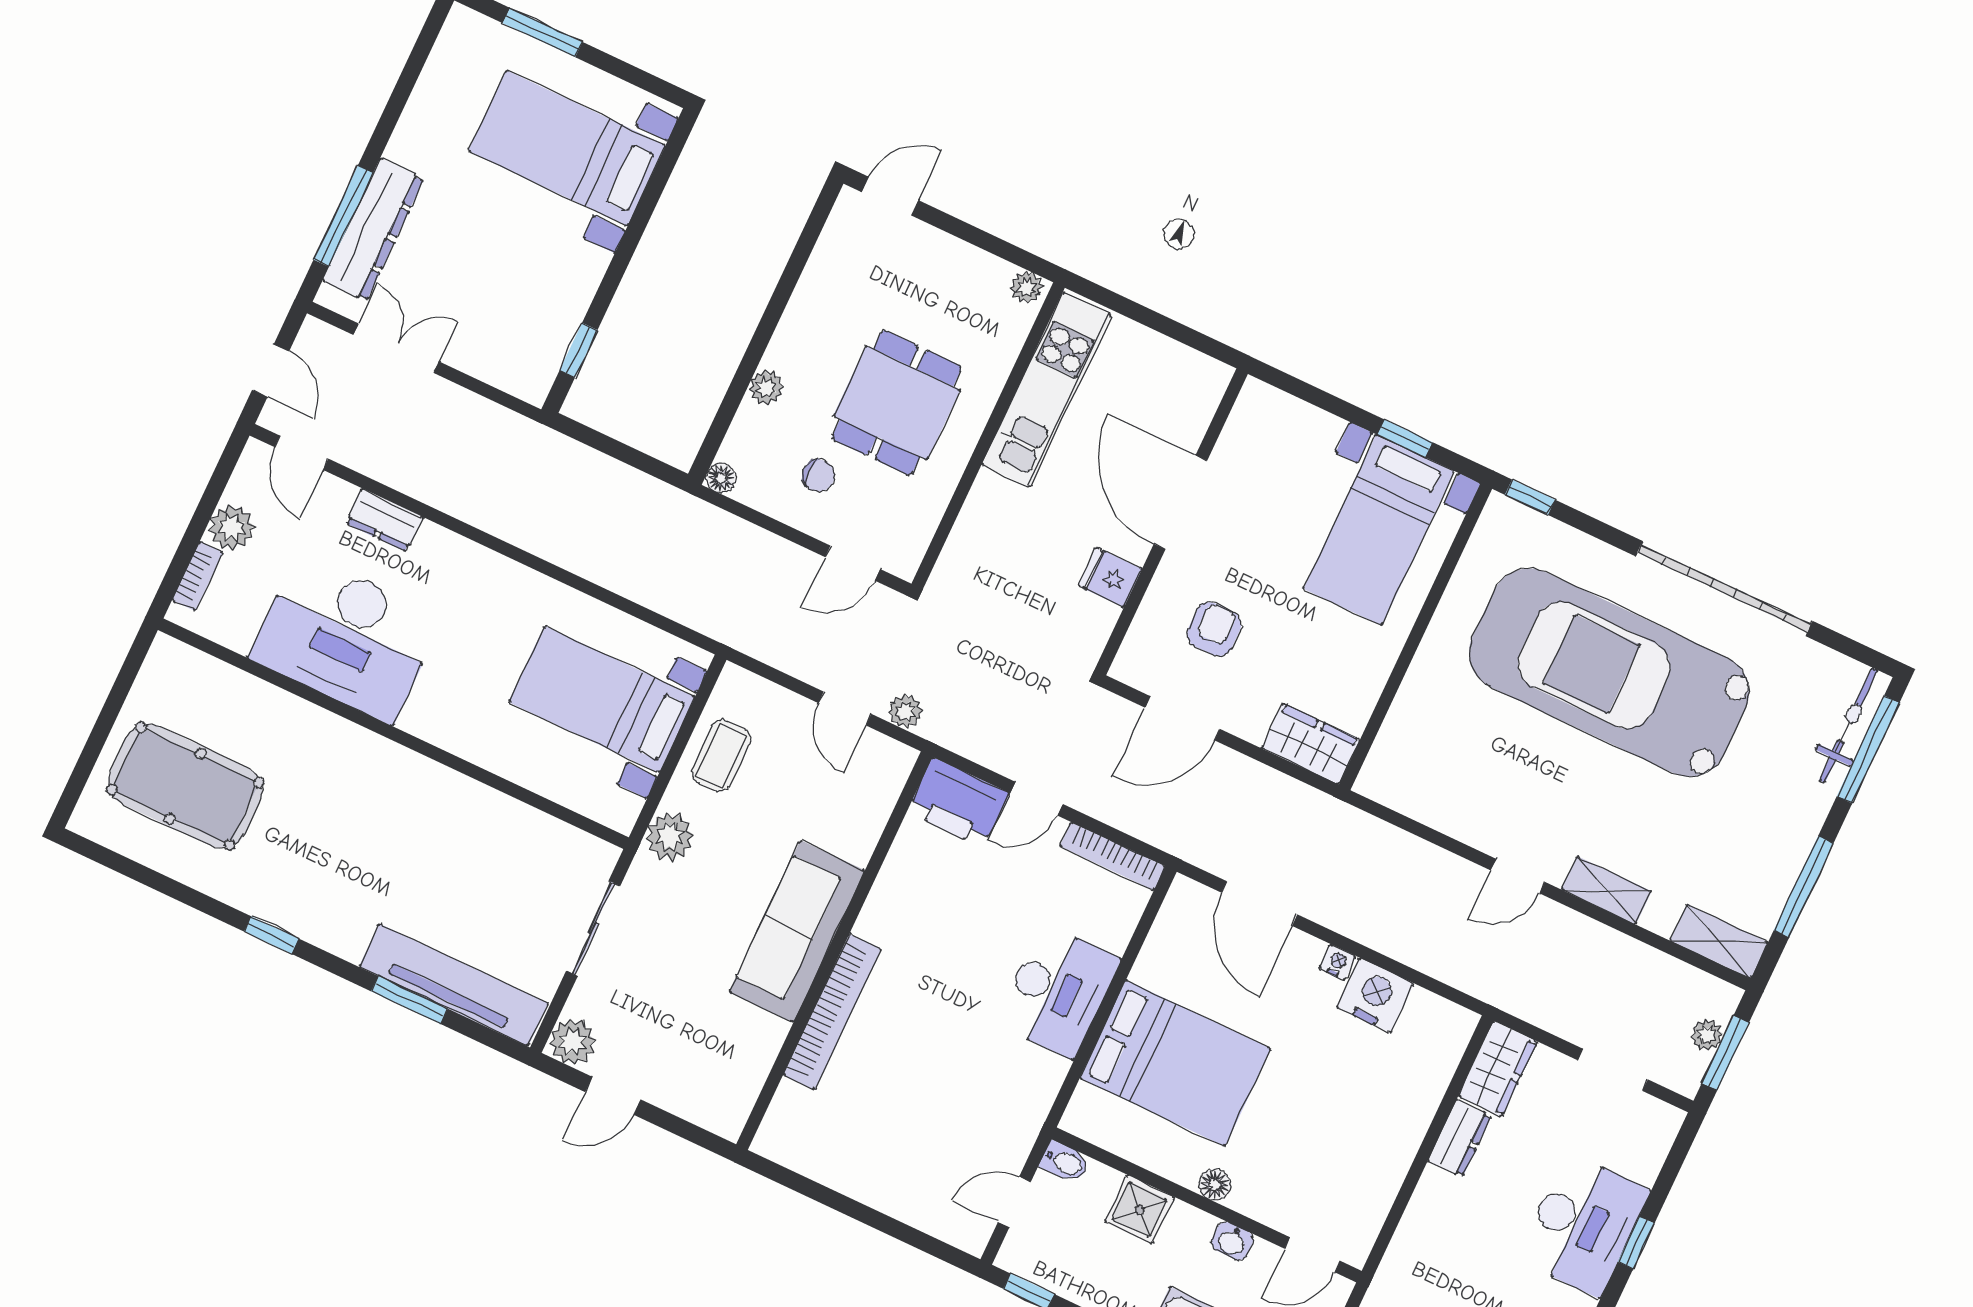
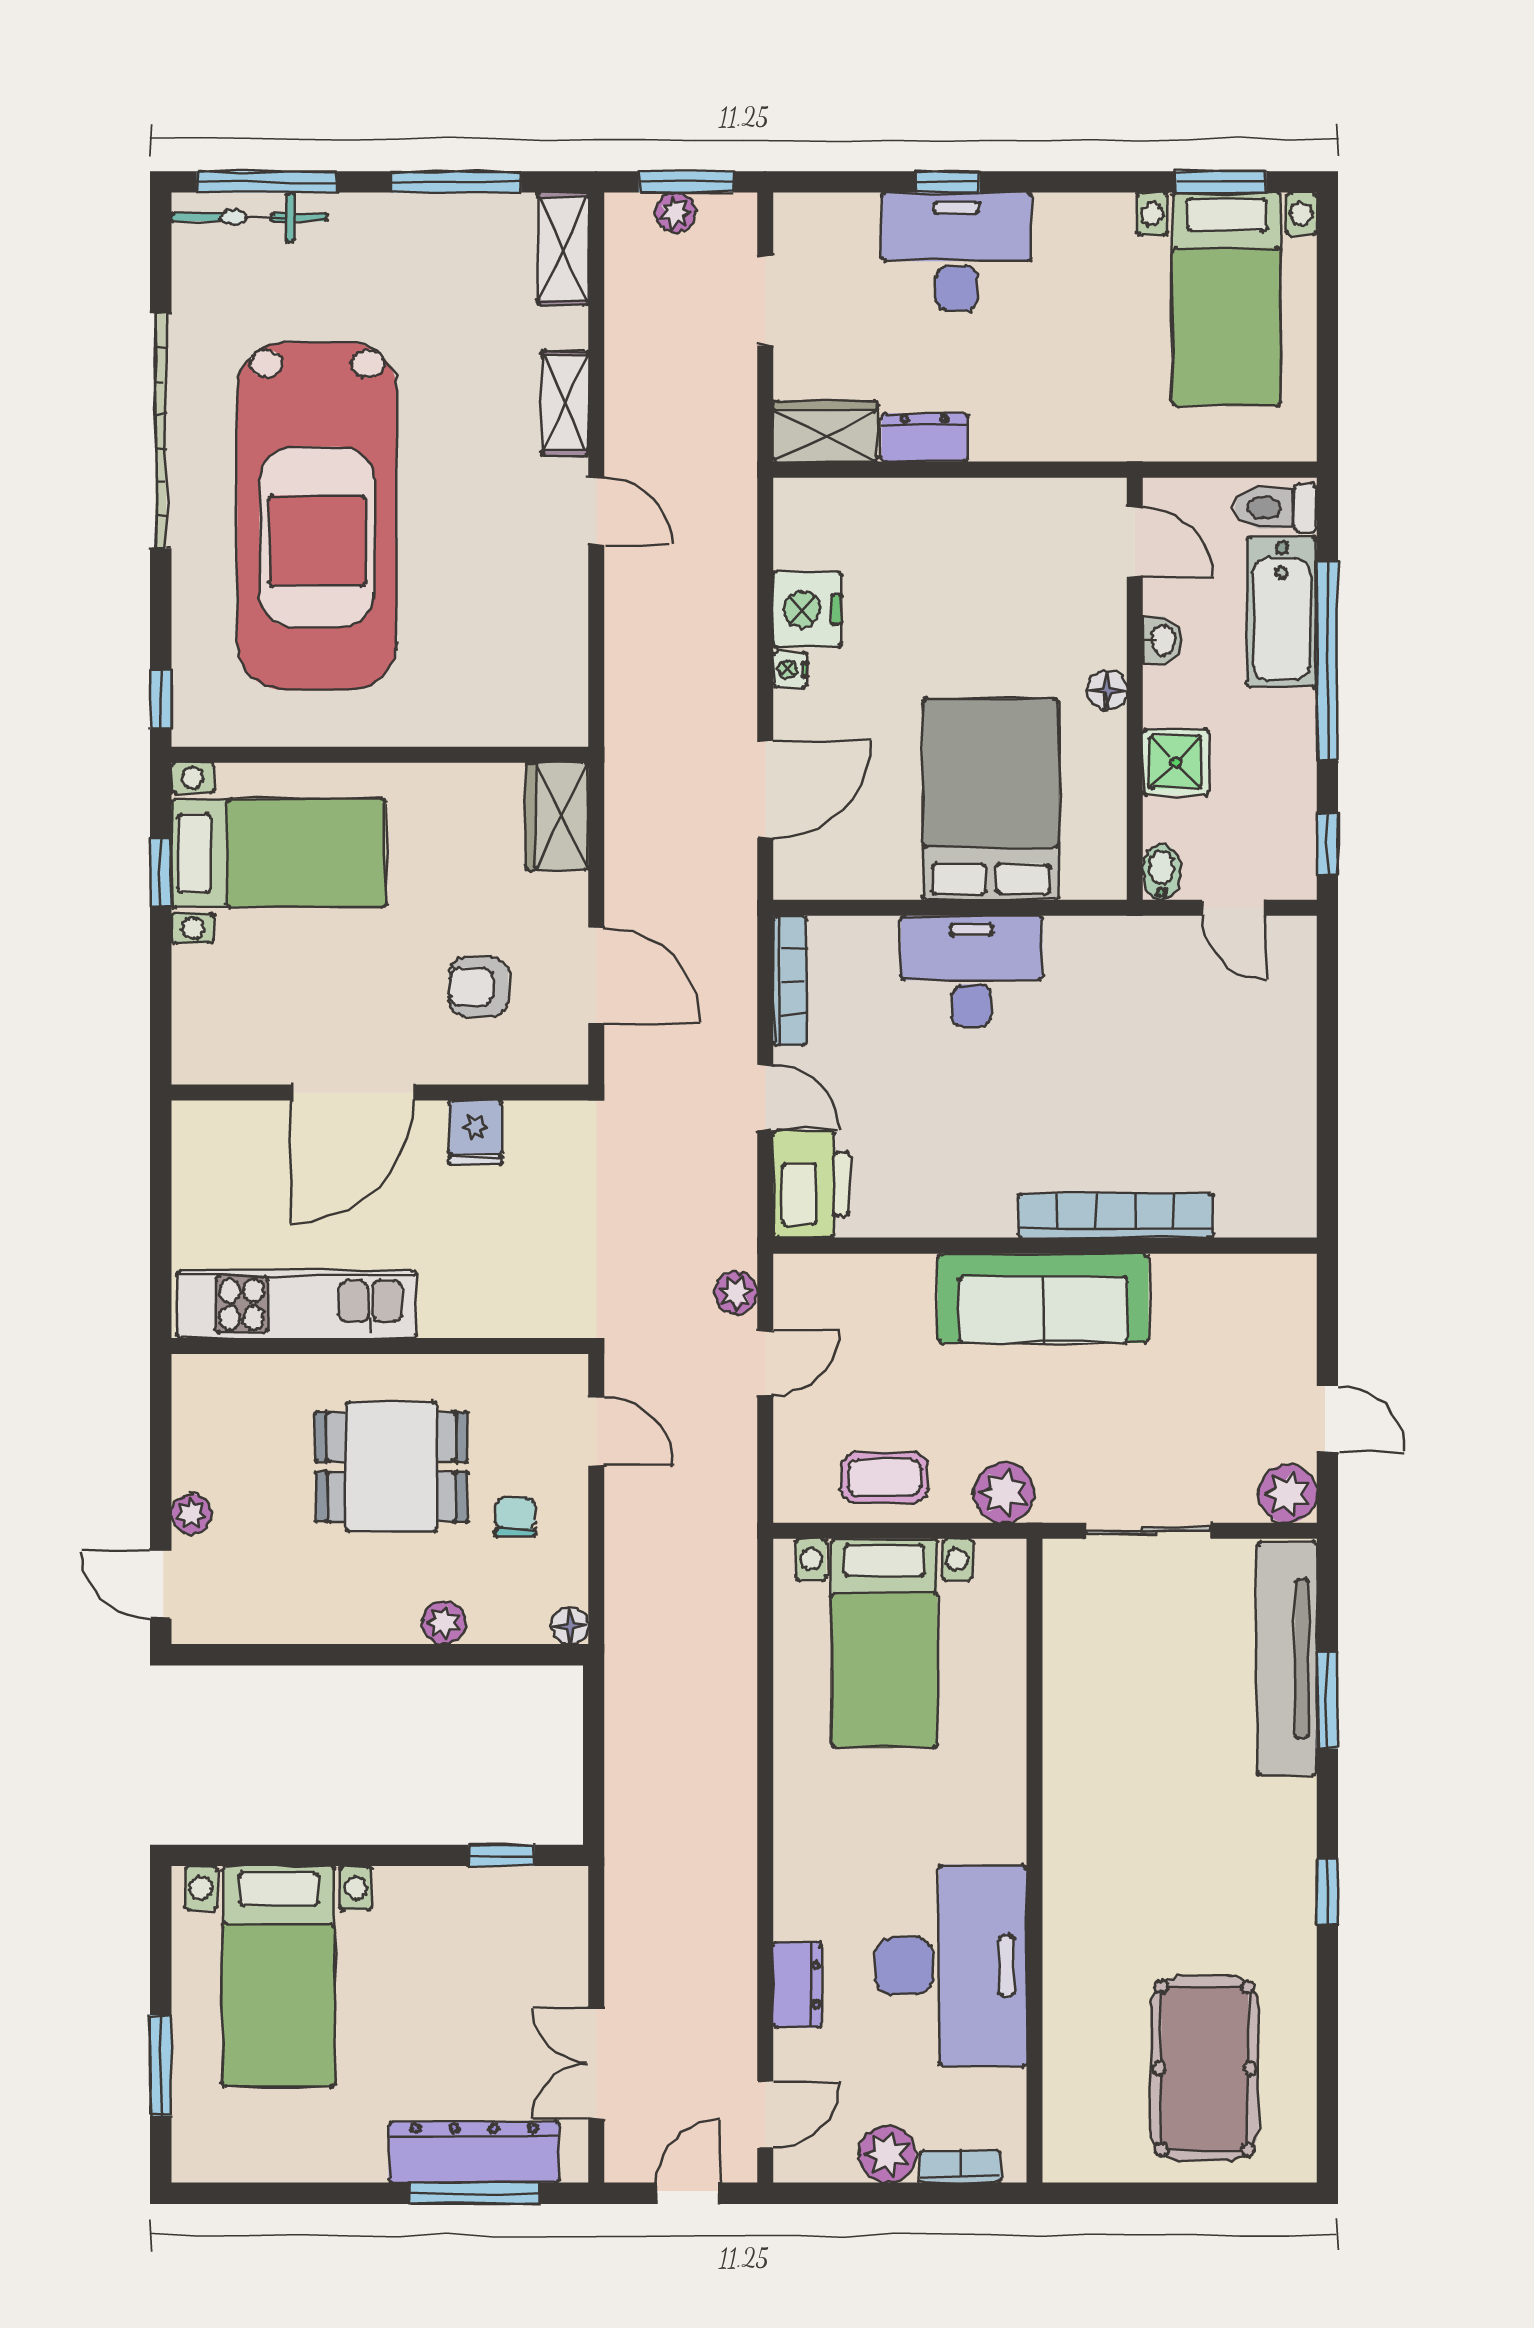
plant: (1027, 287) -> (191, 1514), moved

